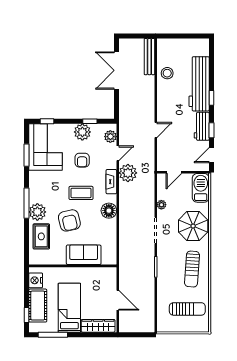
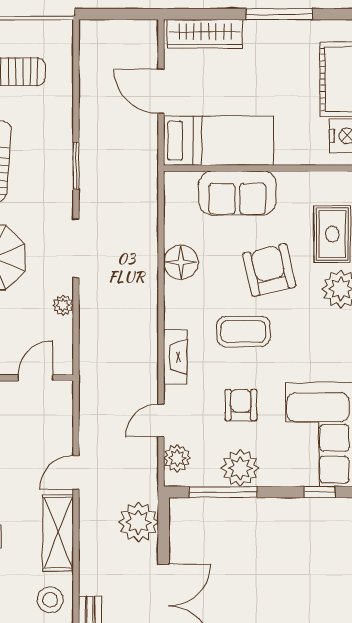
shelving: (164, 103) -> (58, 533), added
window: (90, 121) -> (223, 492), width x2.17
plant: (128, 173) -> (138, 522), moved
floor lamp: (109, 211) -> (181, 262), moved
bed: (69, 308) -> (219, 141), moved, turned -90
window: (53, 335) -> (279, 14), moved

